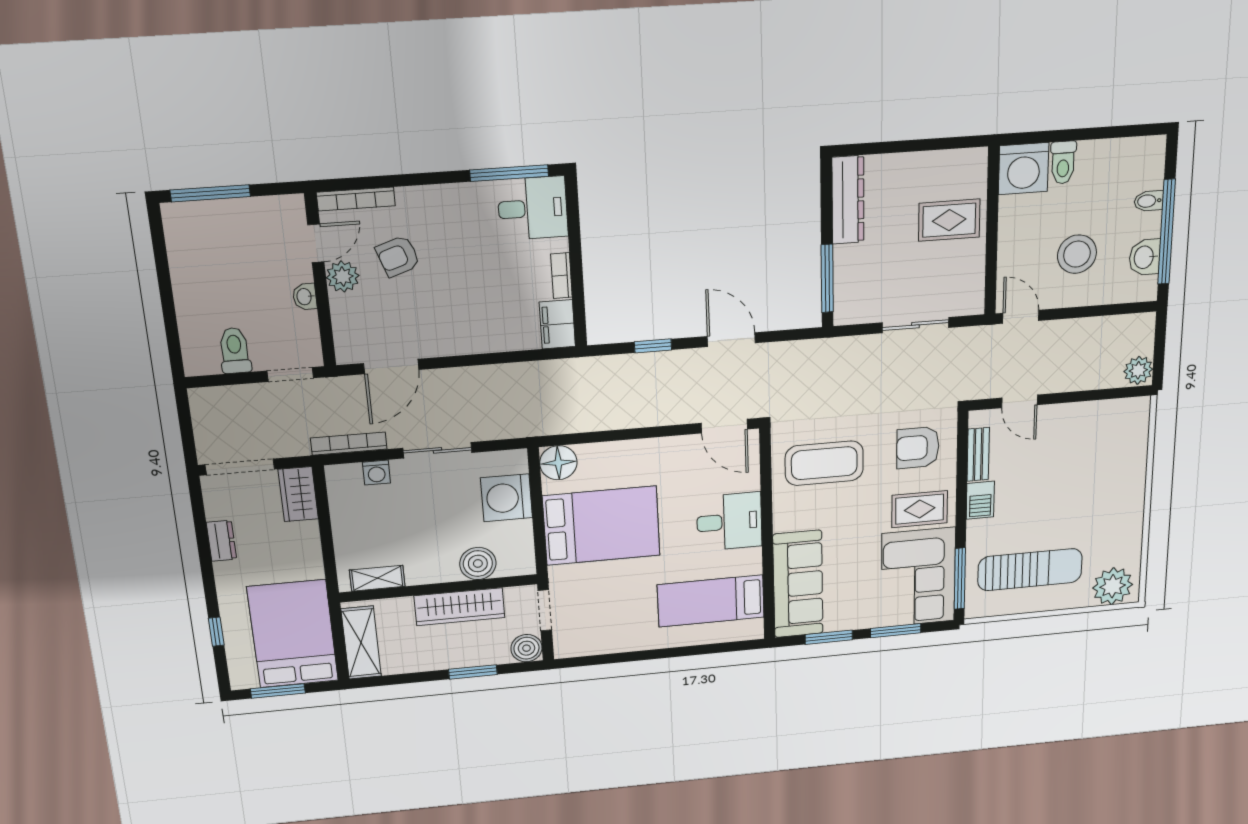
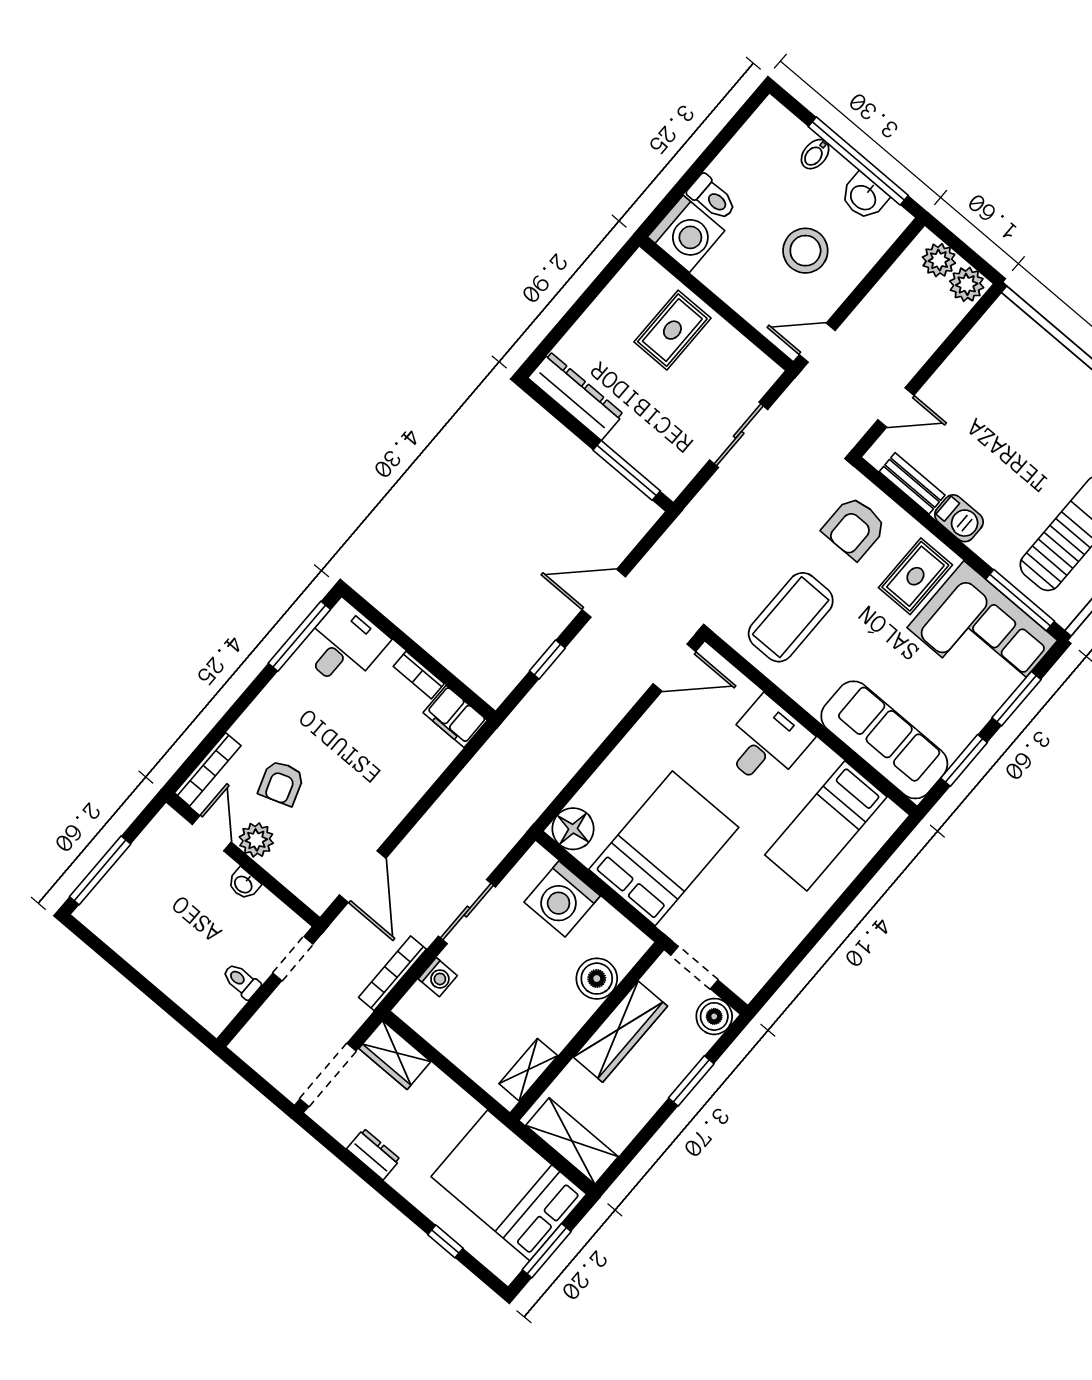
plant: (1140, 340) -> (939, 260), added
toilet: (235, 350) -> (241, 981), width x0.73, depth x0.72

